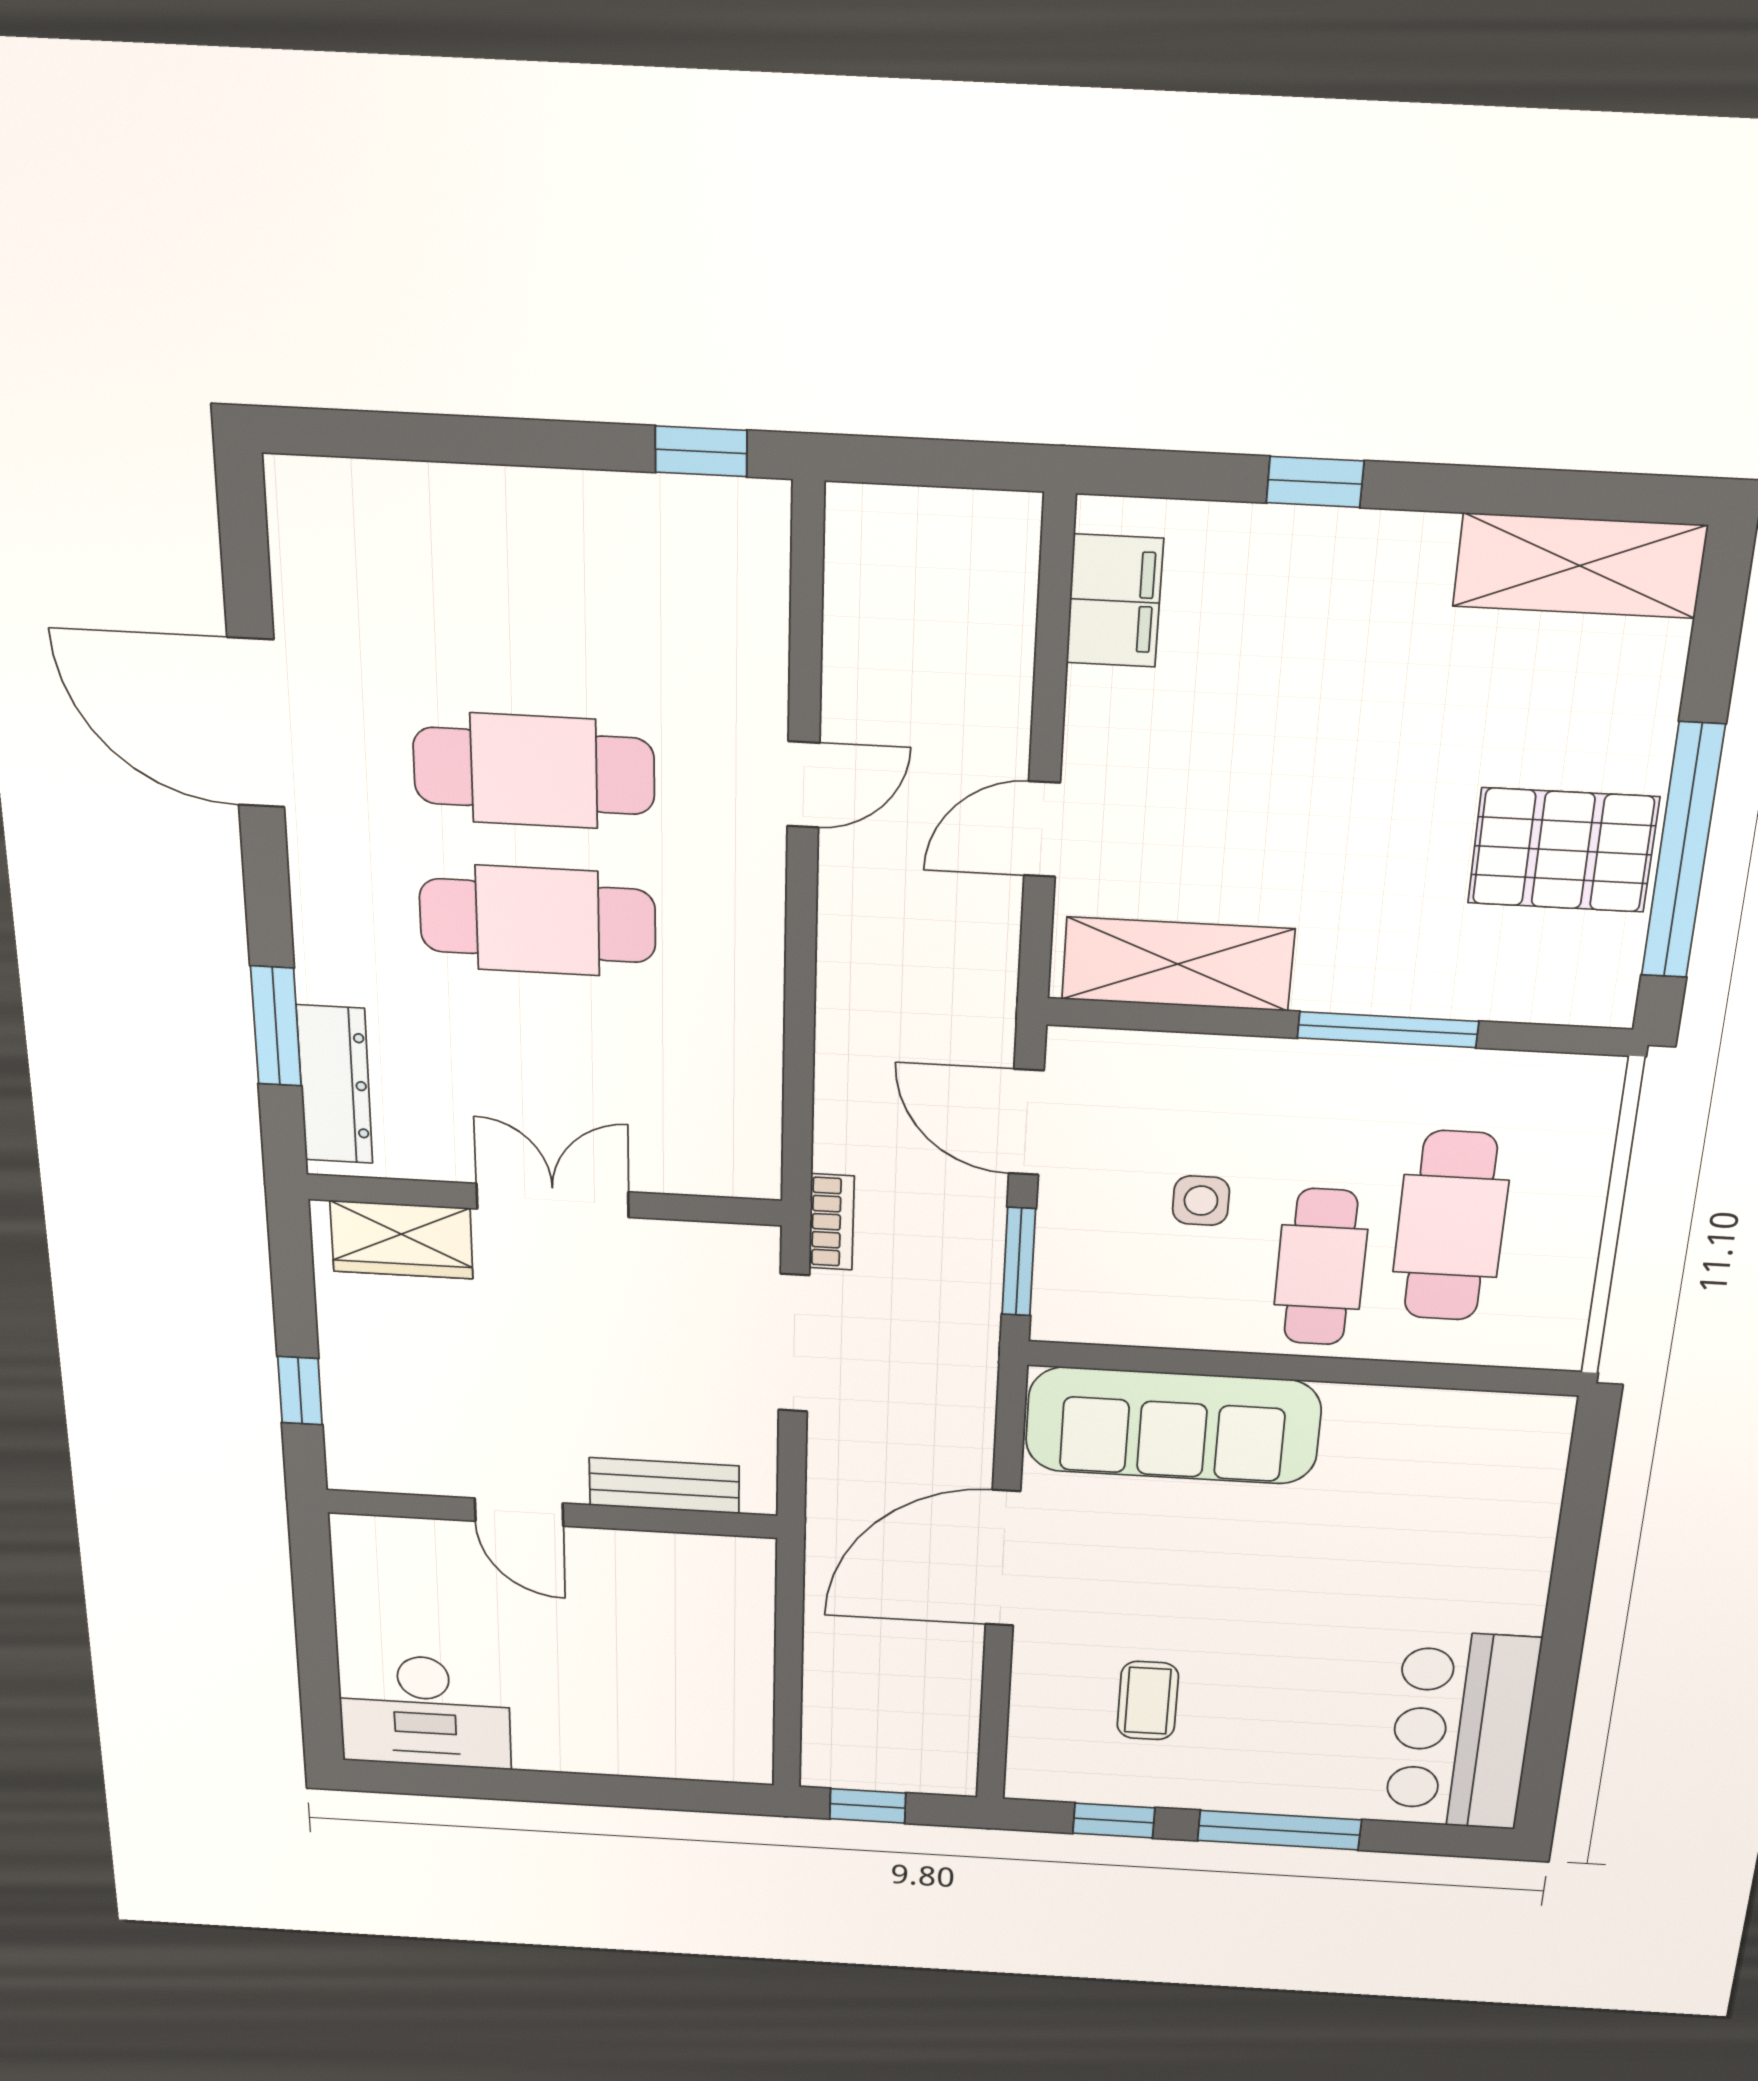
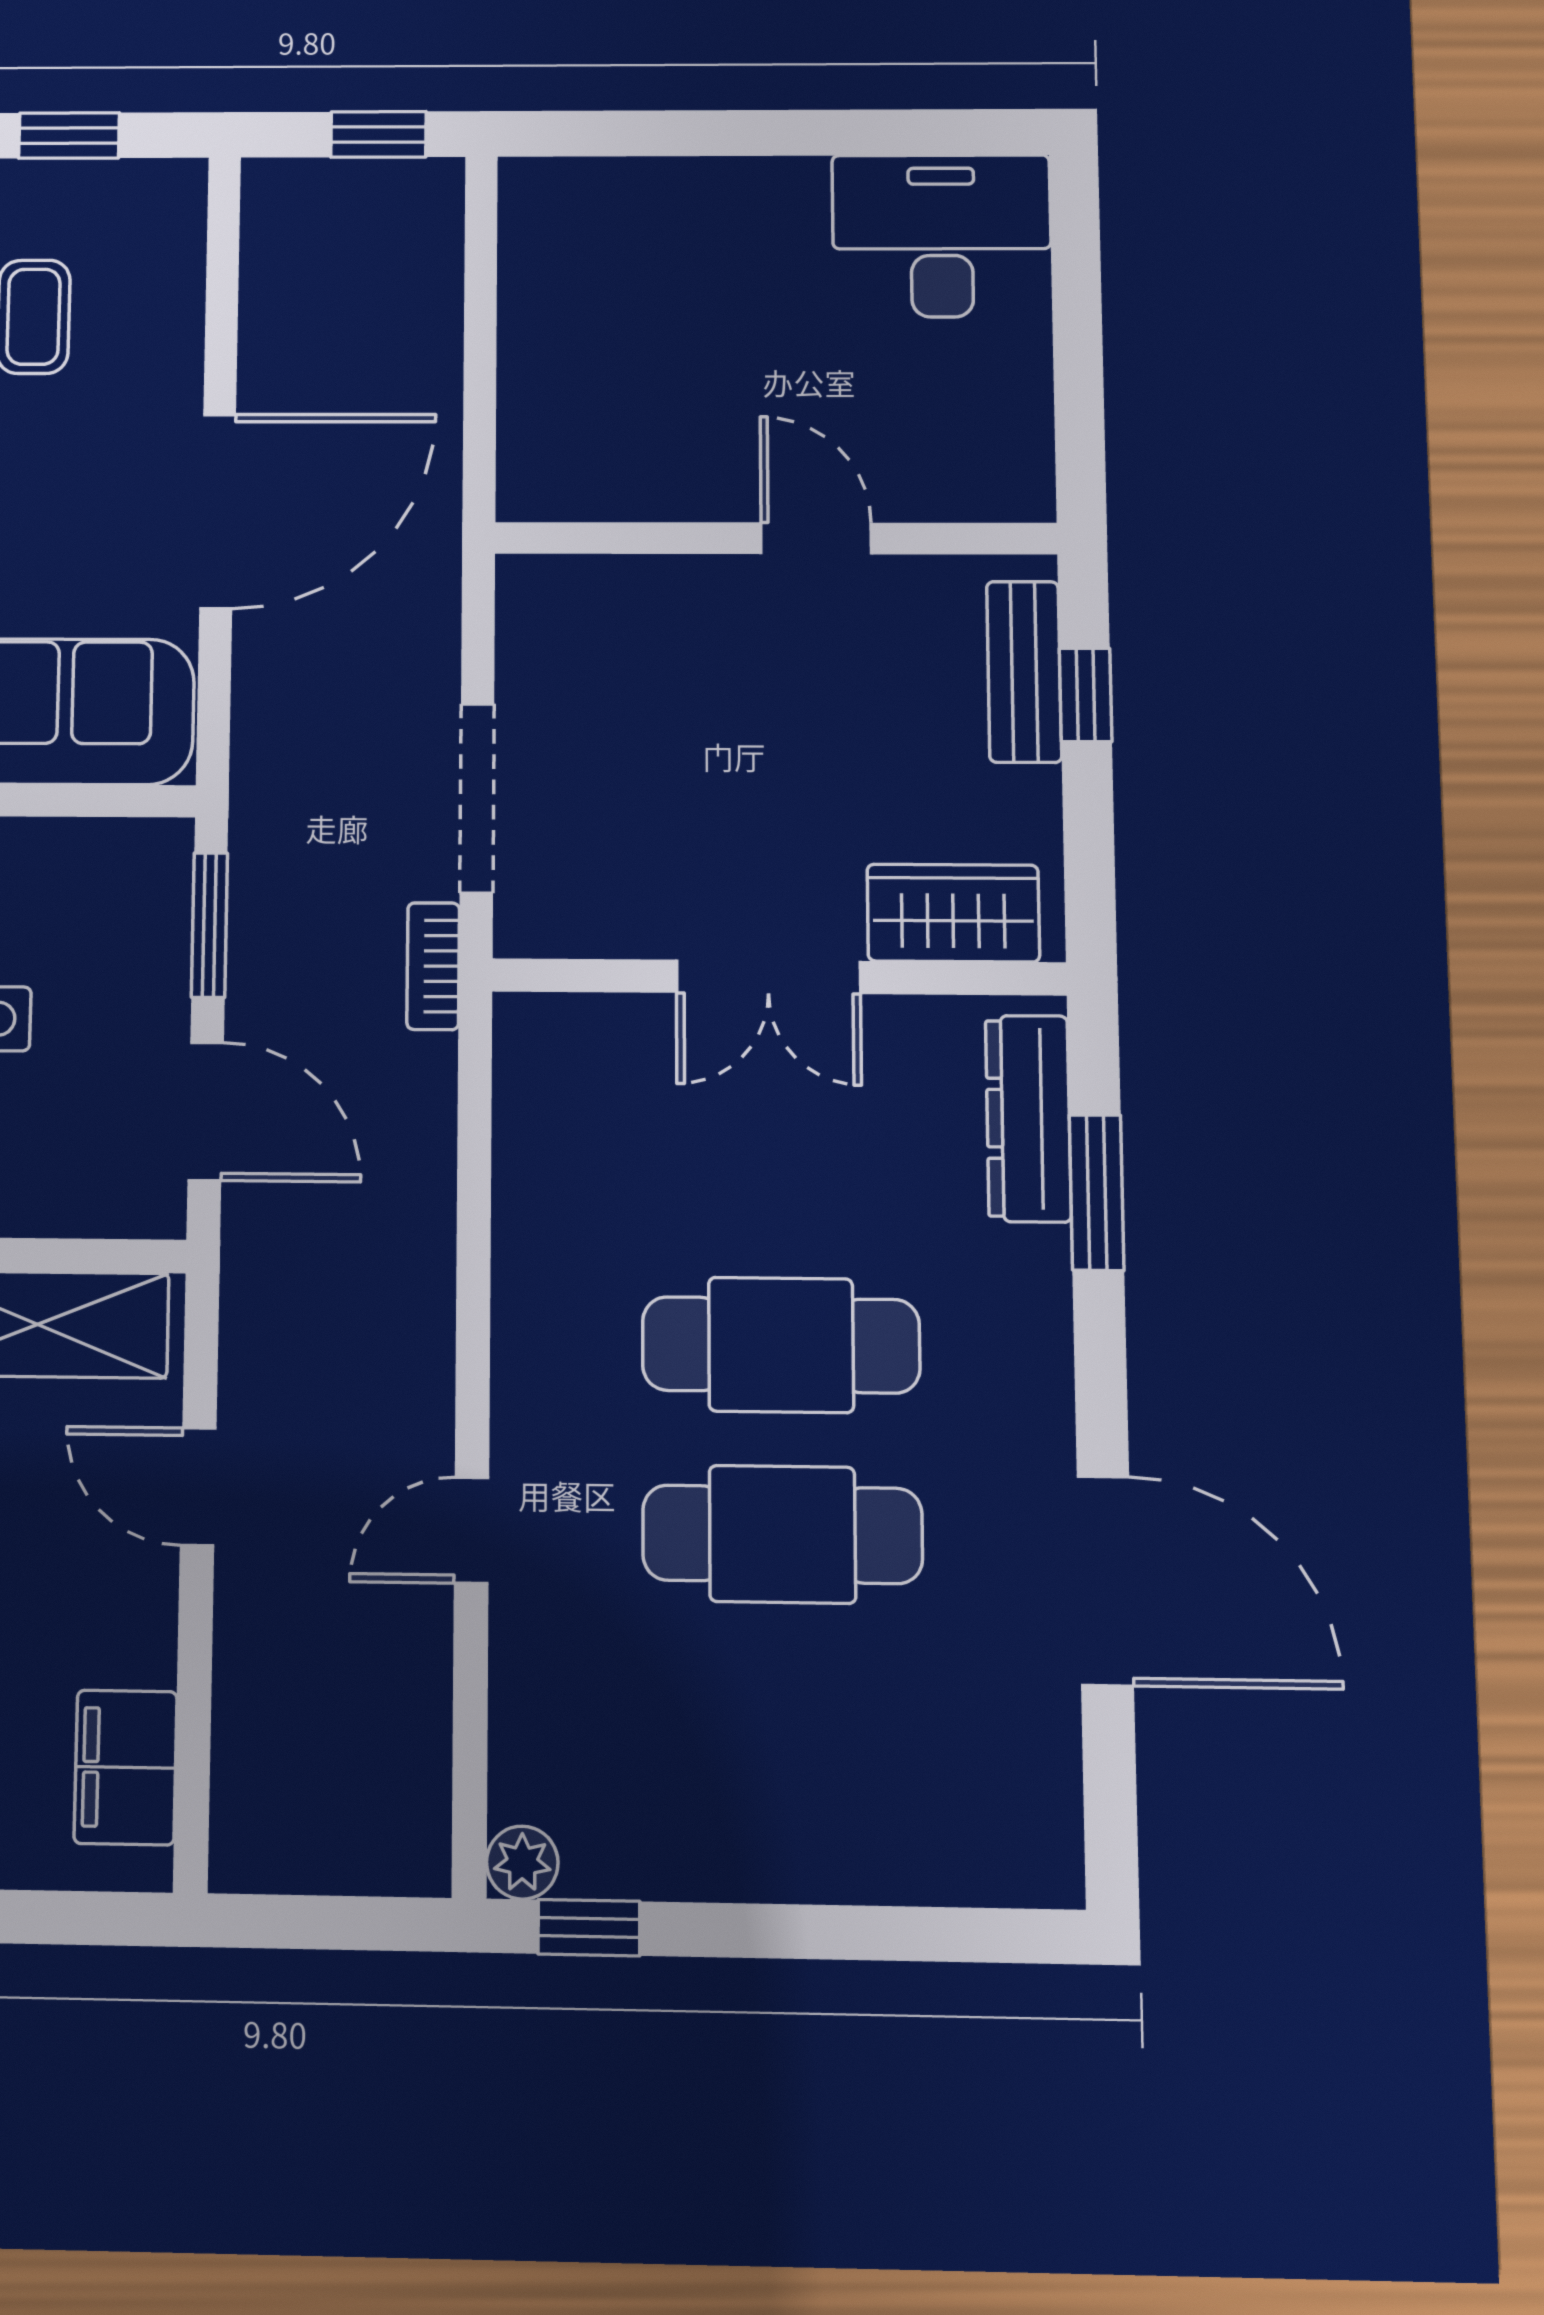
plant: (761, 509) -> (522, 1863), added
door: (1042, 829) -> (198, 1487), swing flipped
bench: (664, 1486) -> (1024, 672), moved, turned 90

